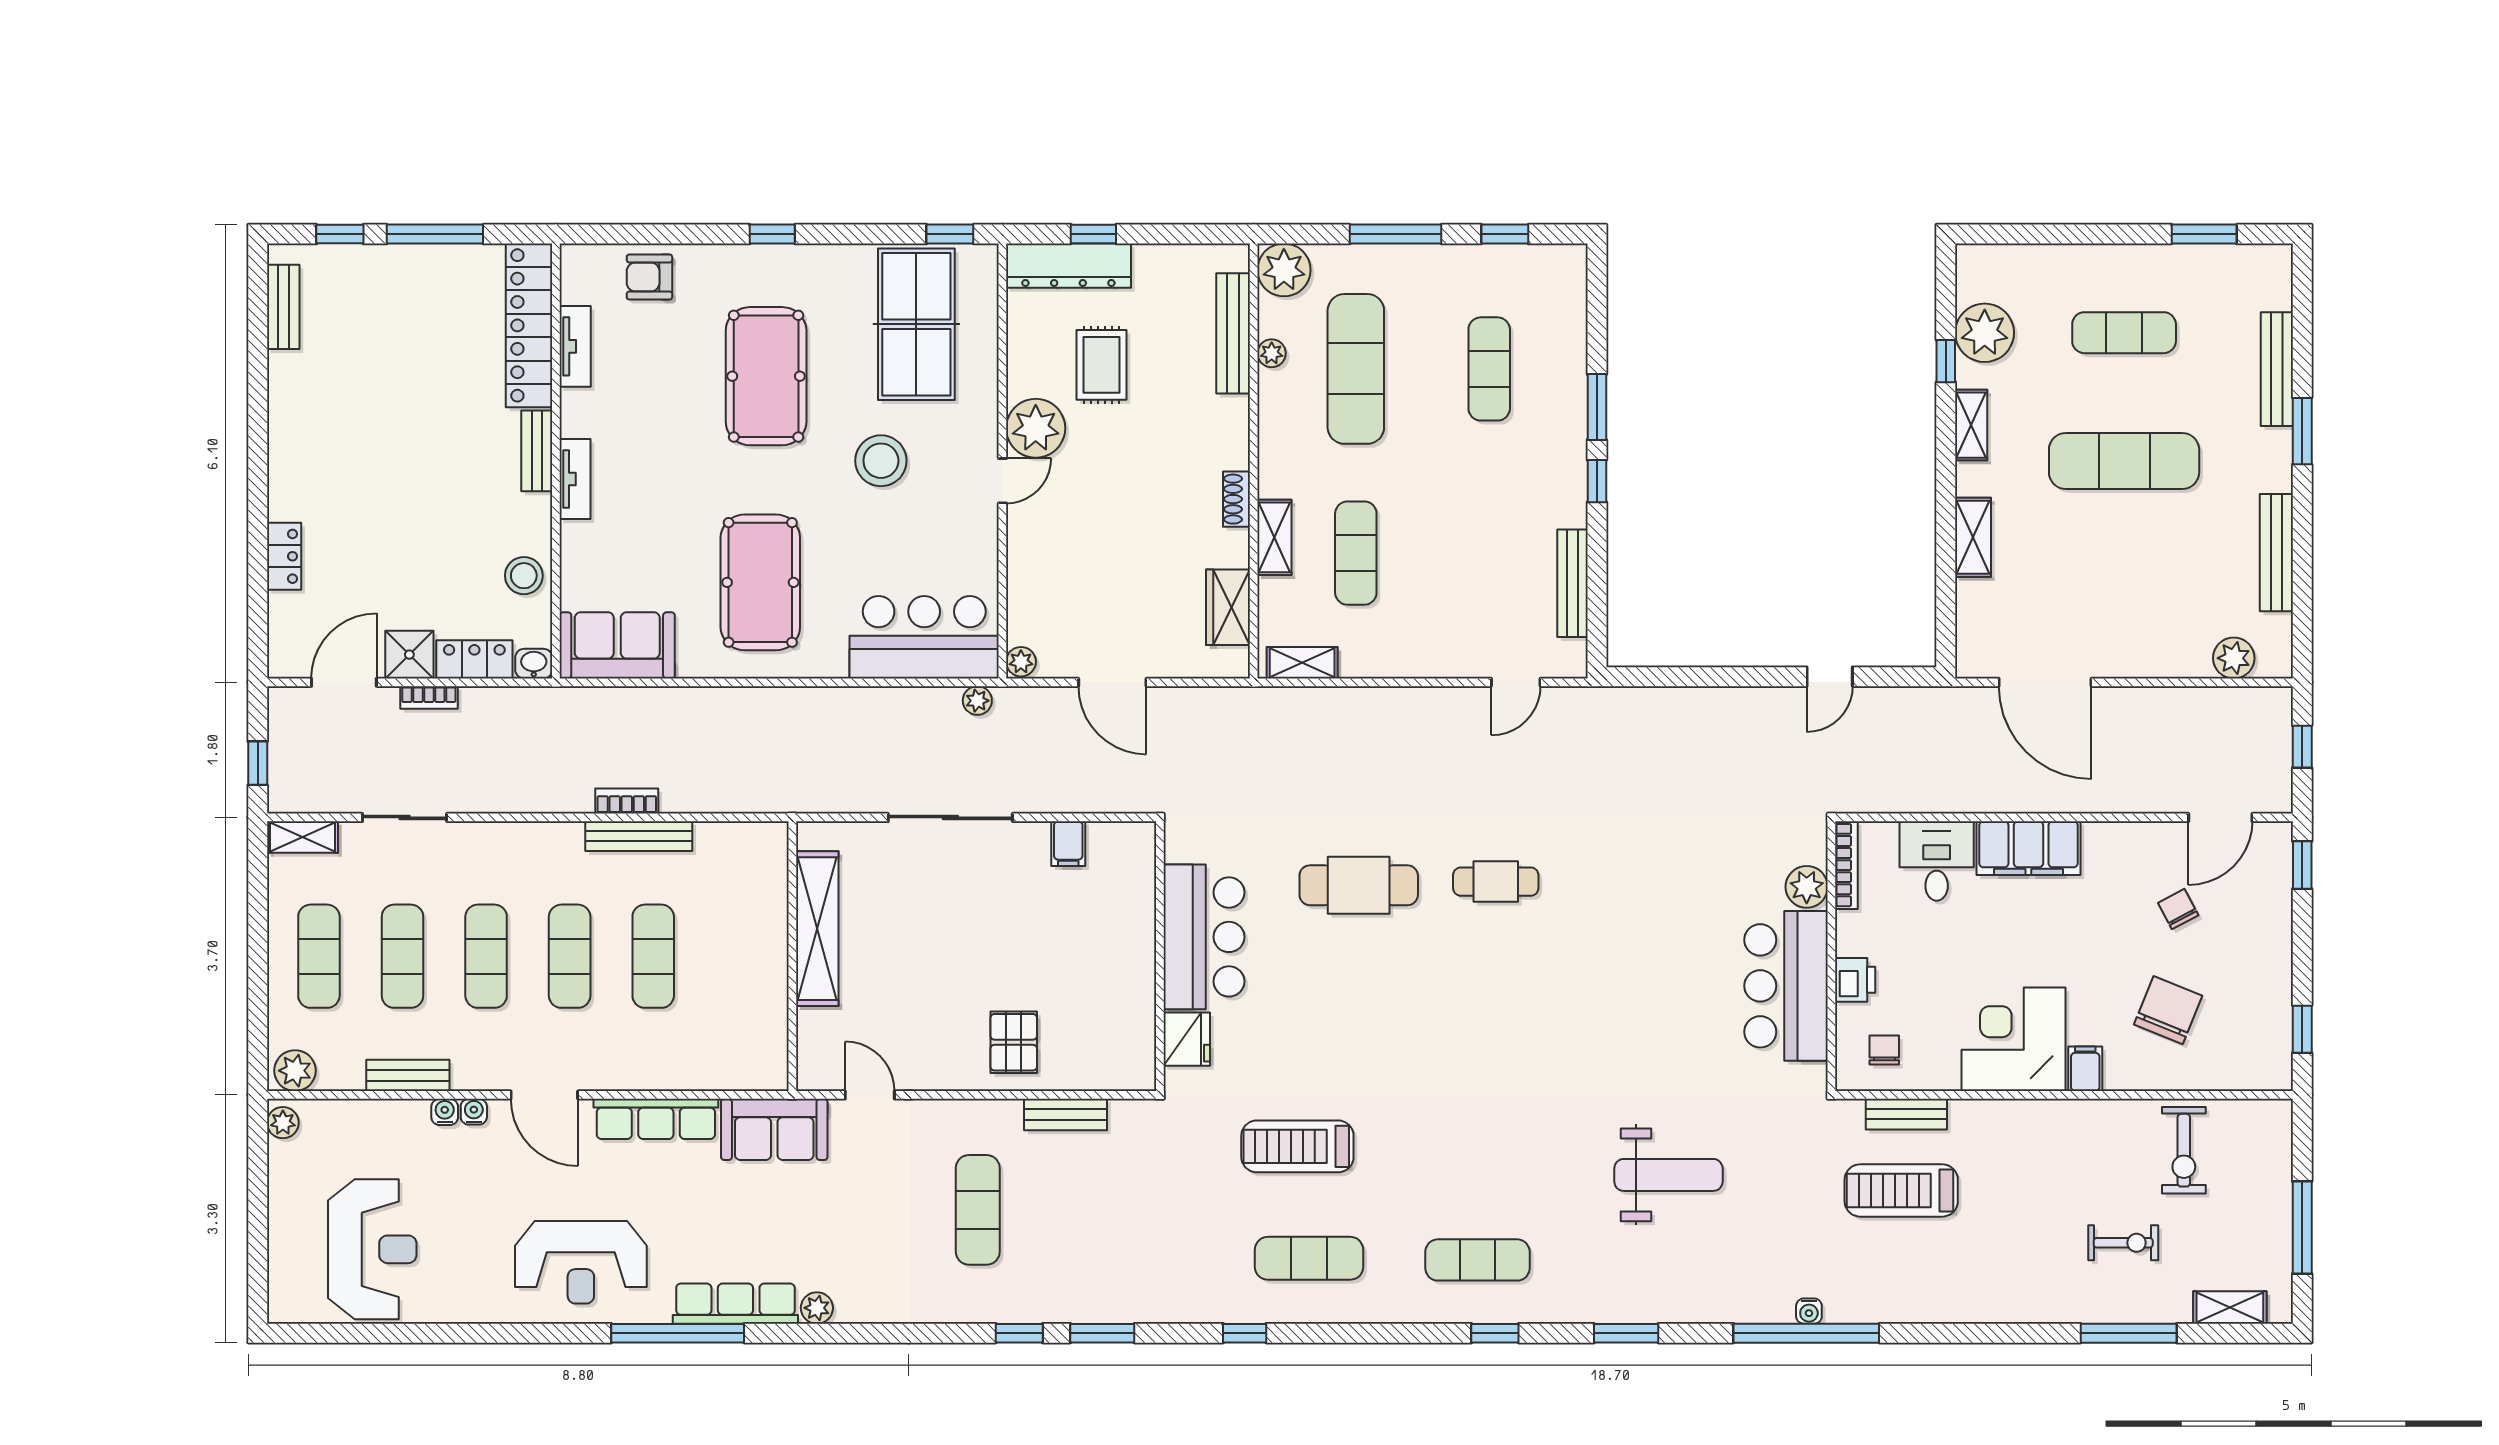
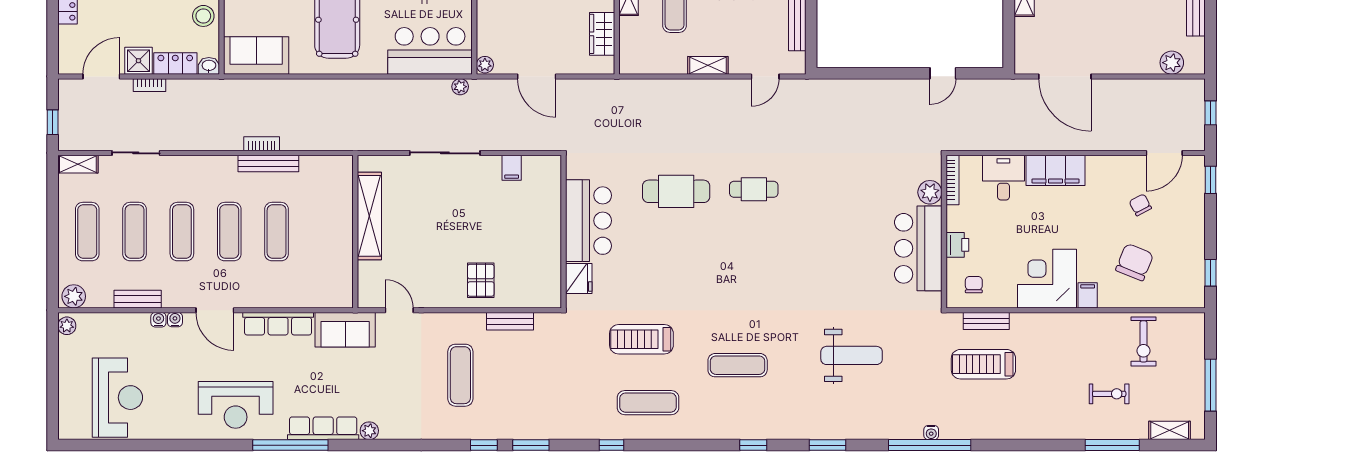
shelving: (1302, 663) -> (708, 65), moved
exercise mat: (1478, 1260) -> (738, 365), moved

